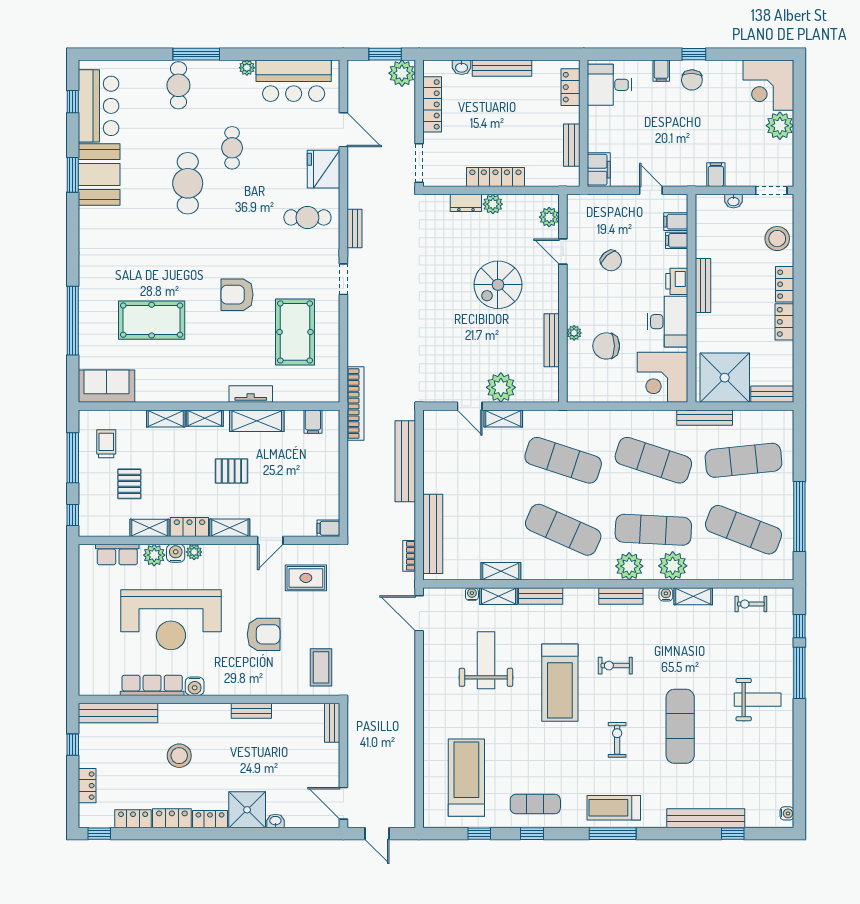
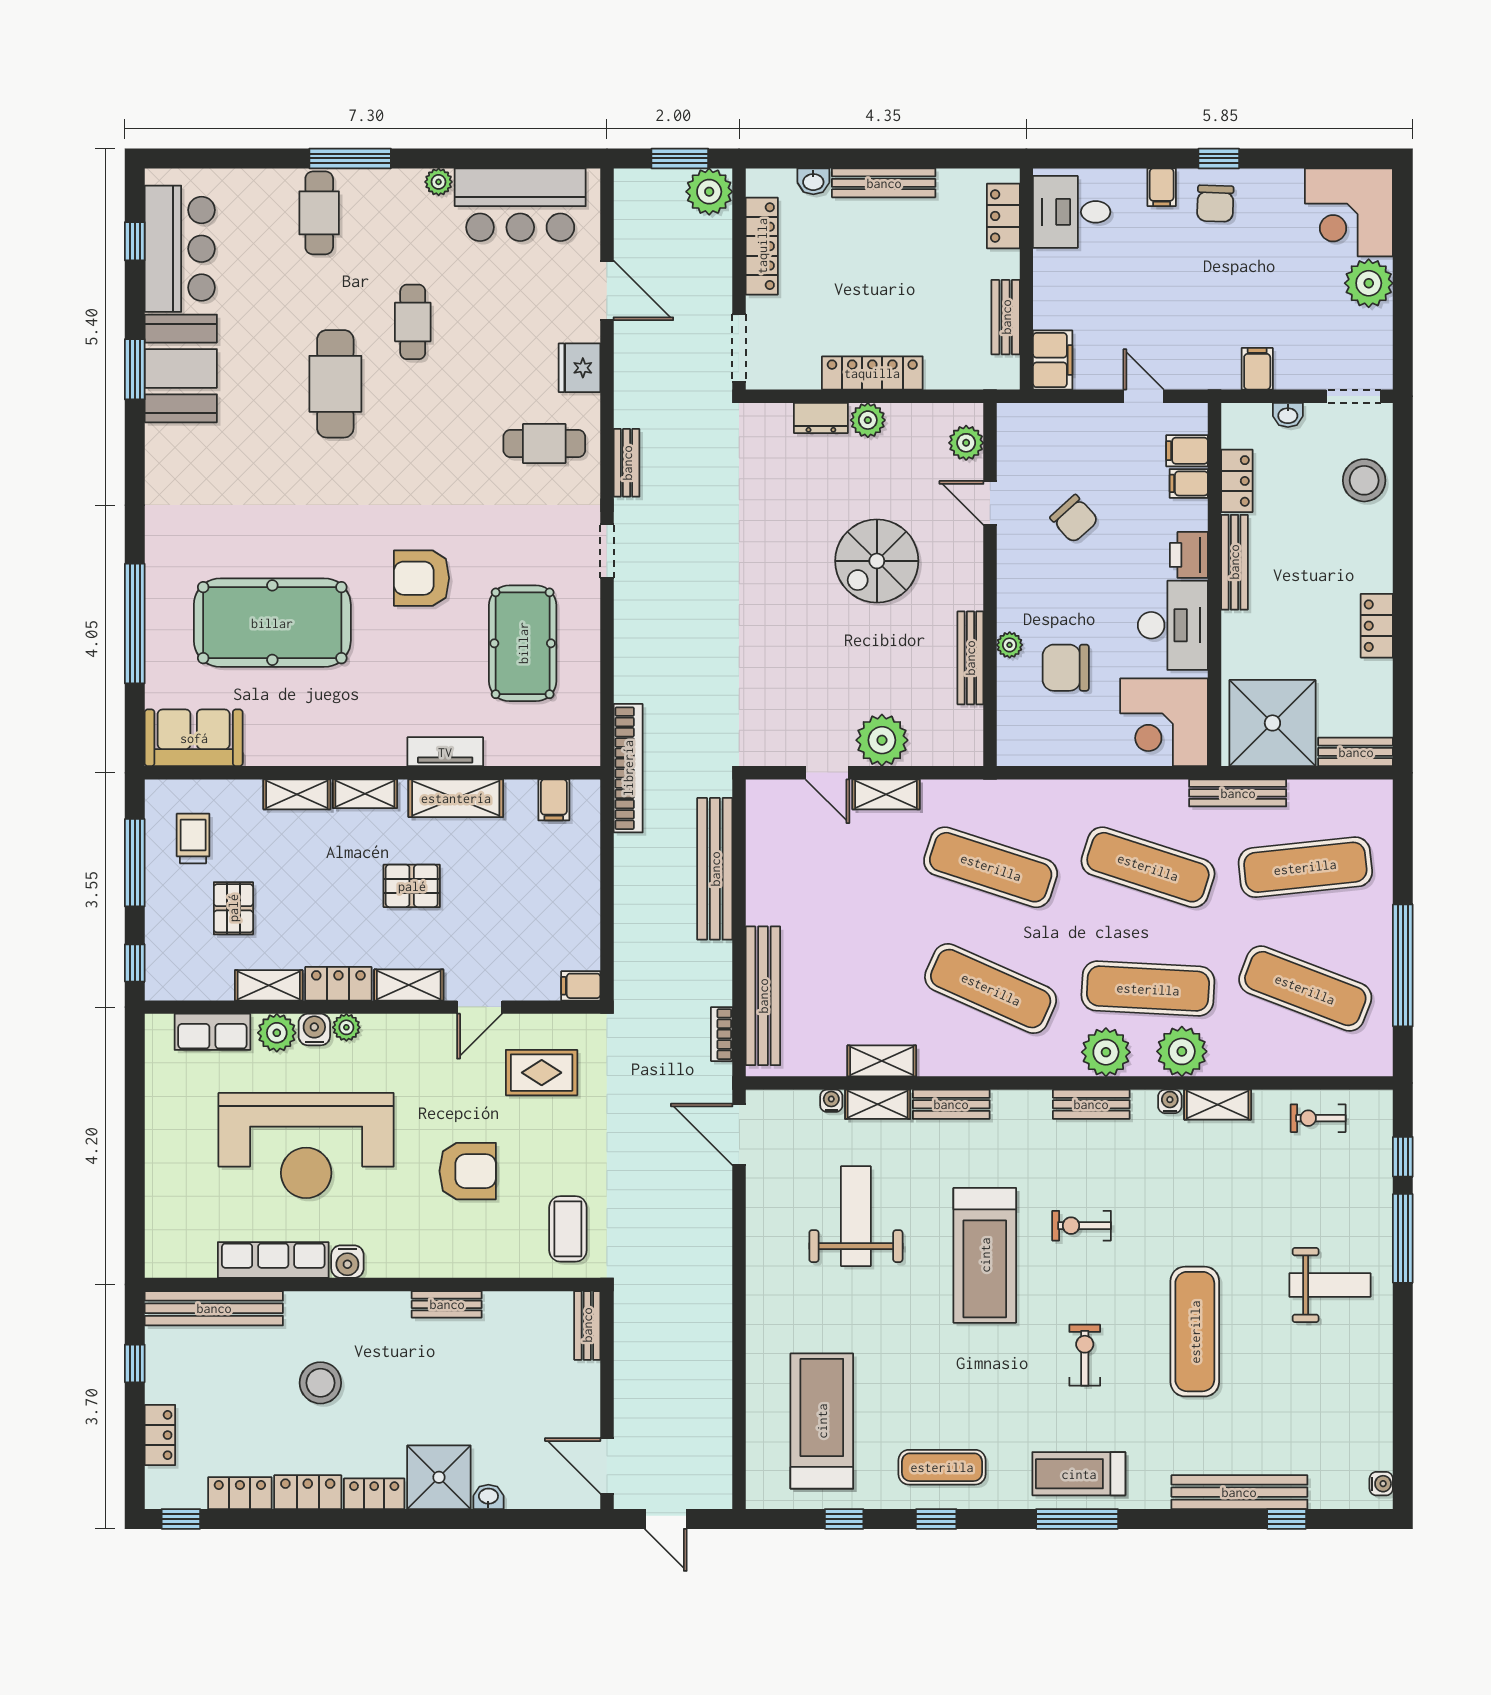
fridge: (324, 169) -> (579, 368), width x0.73, depth x0.75
locker: (785, 284) -> (1237, 481), moved, turned 180
pool table: (152, 320) -> (272, 623), width x1.36, depth x1.32

